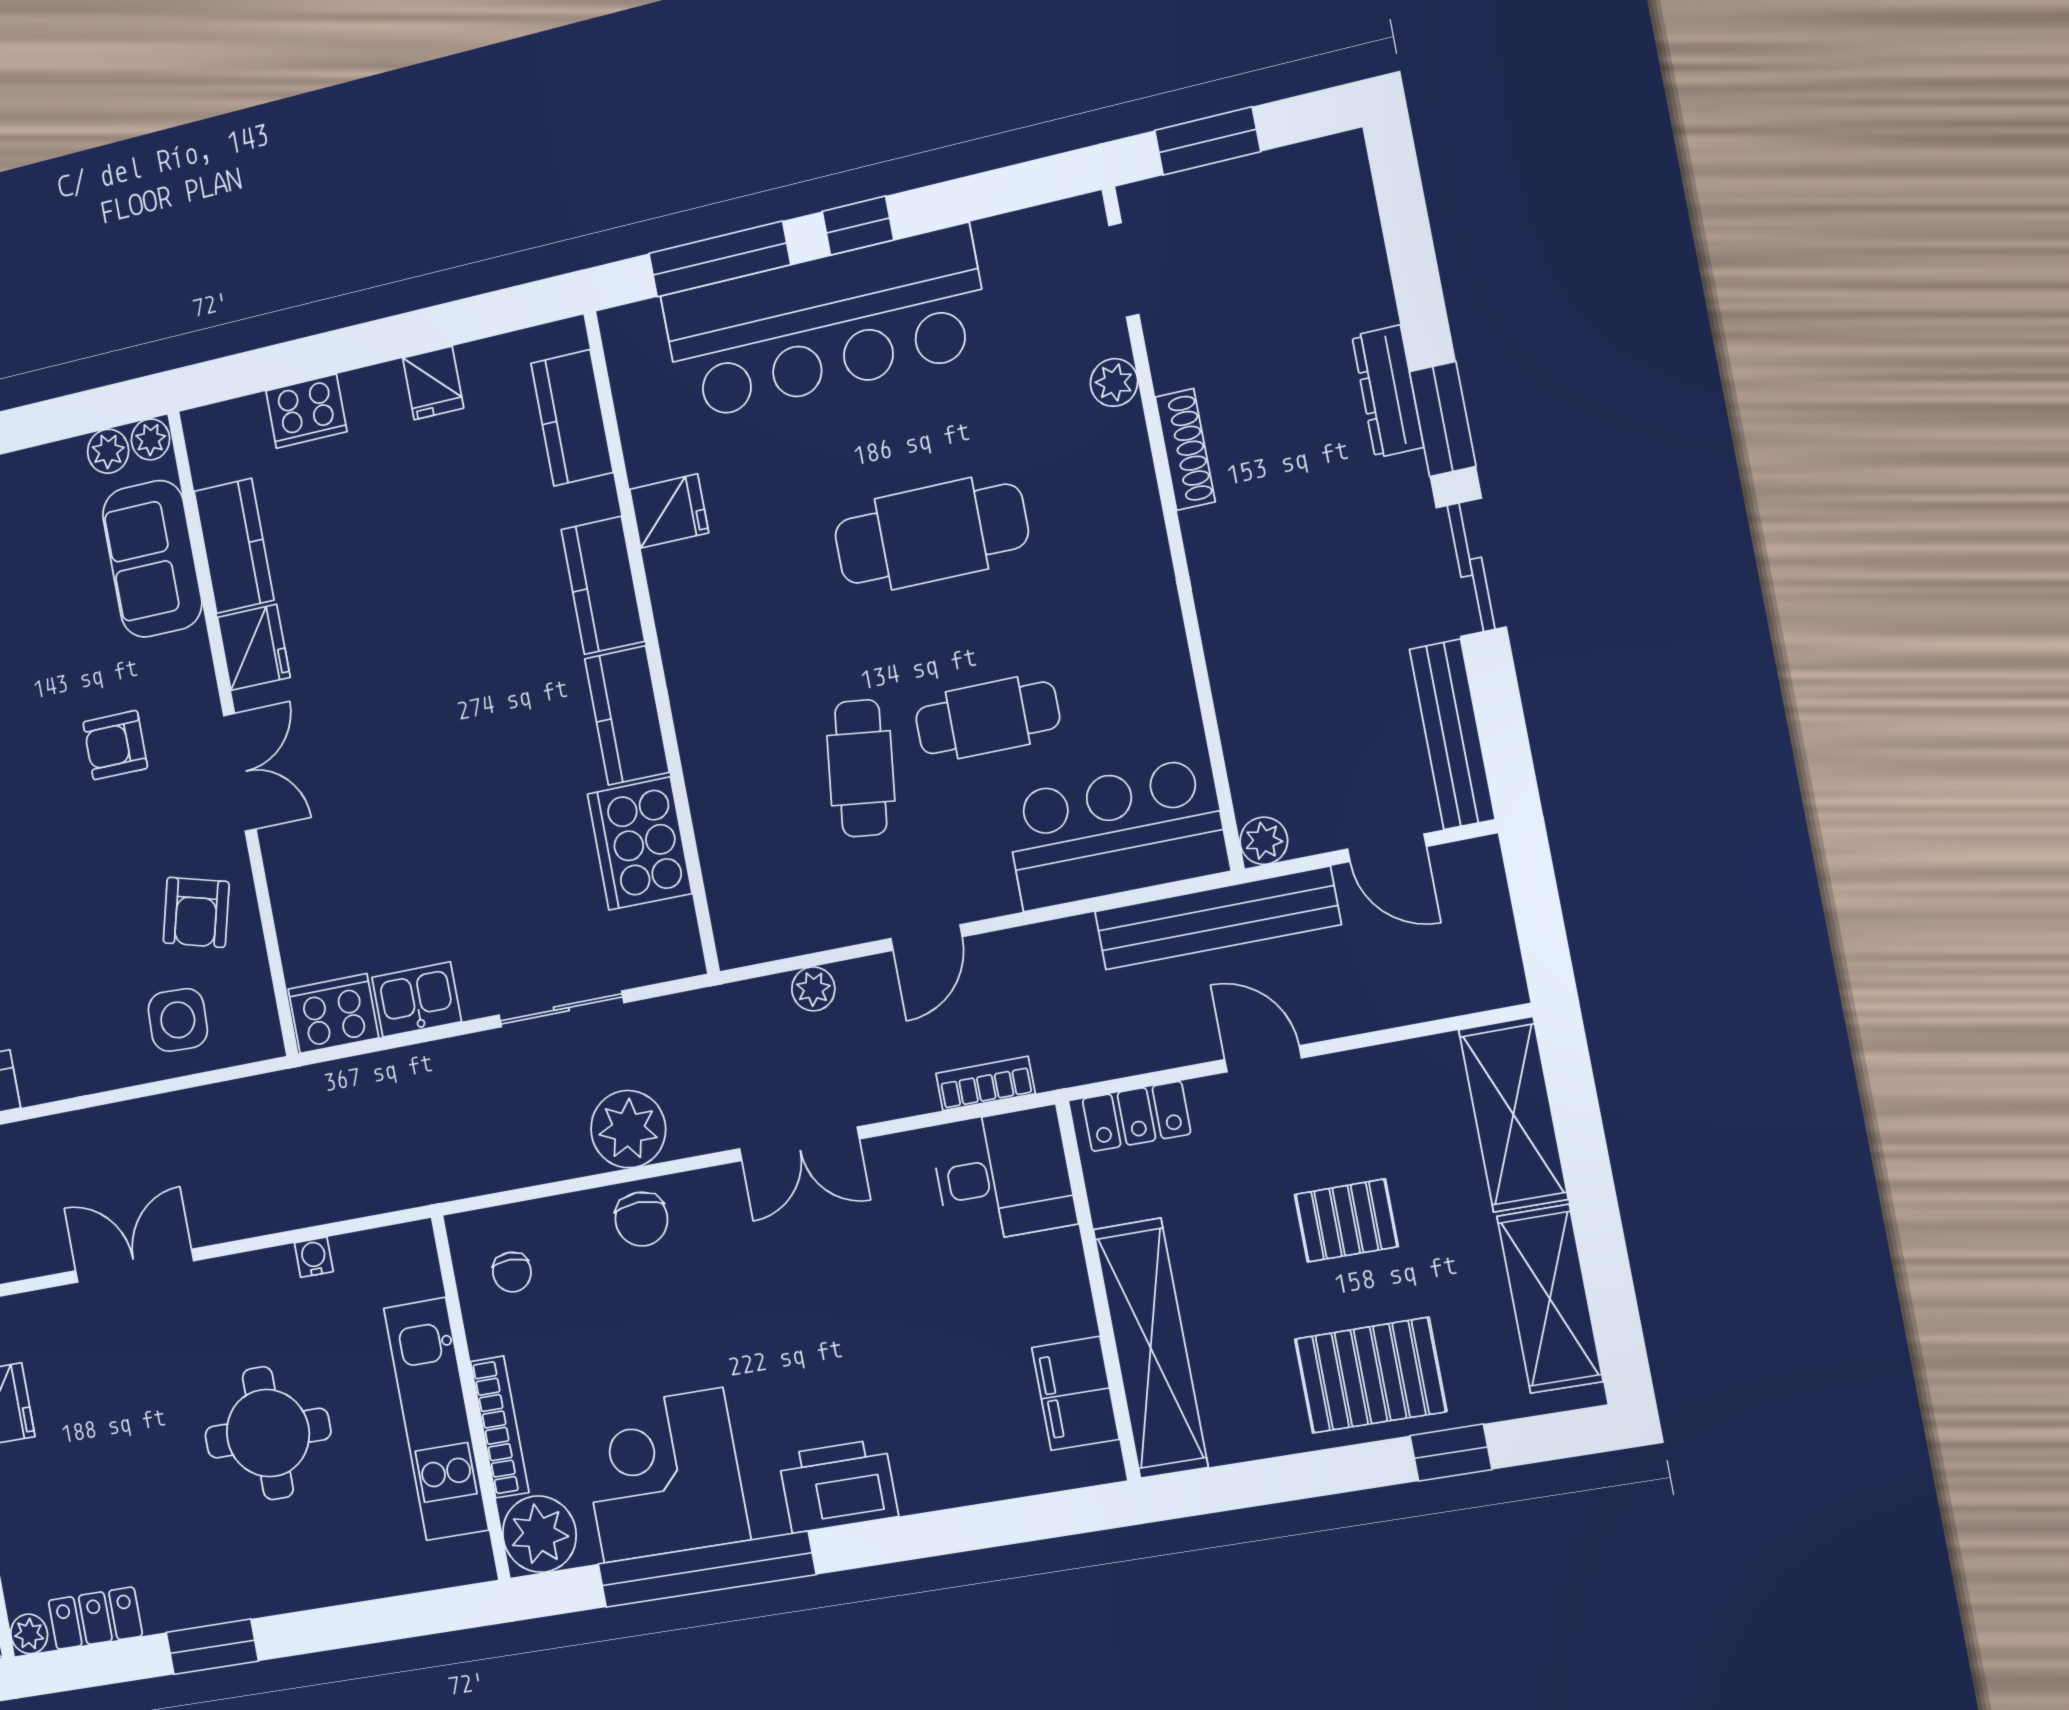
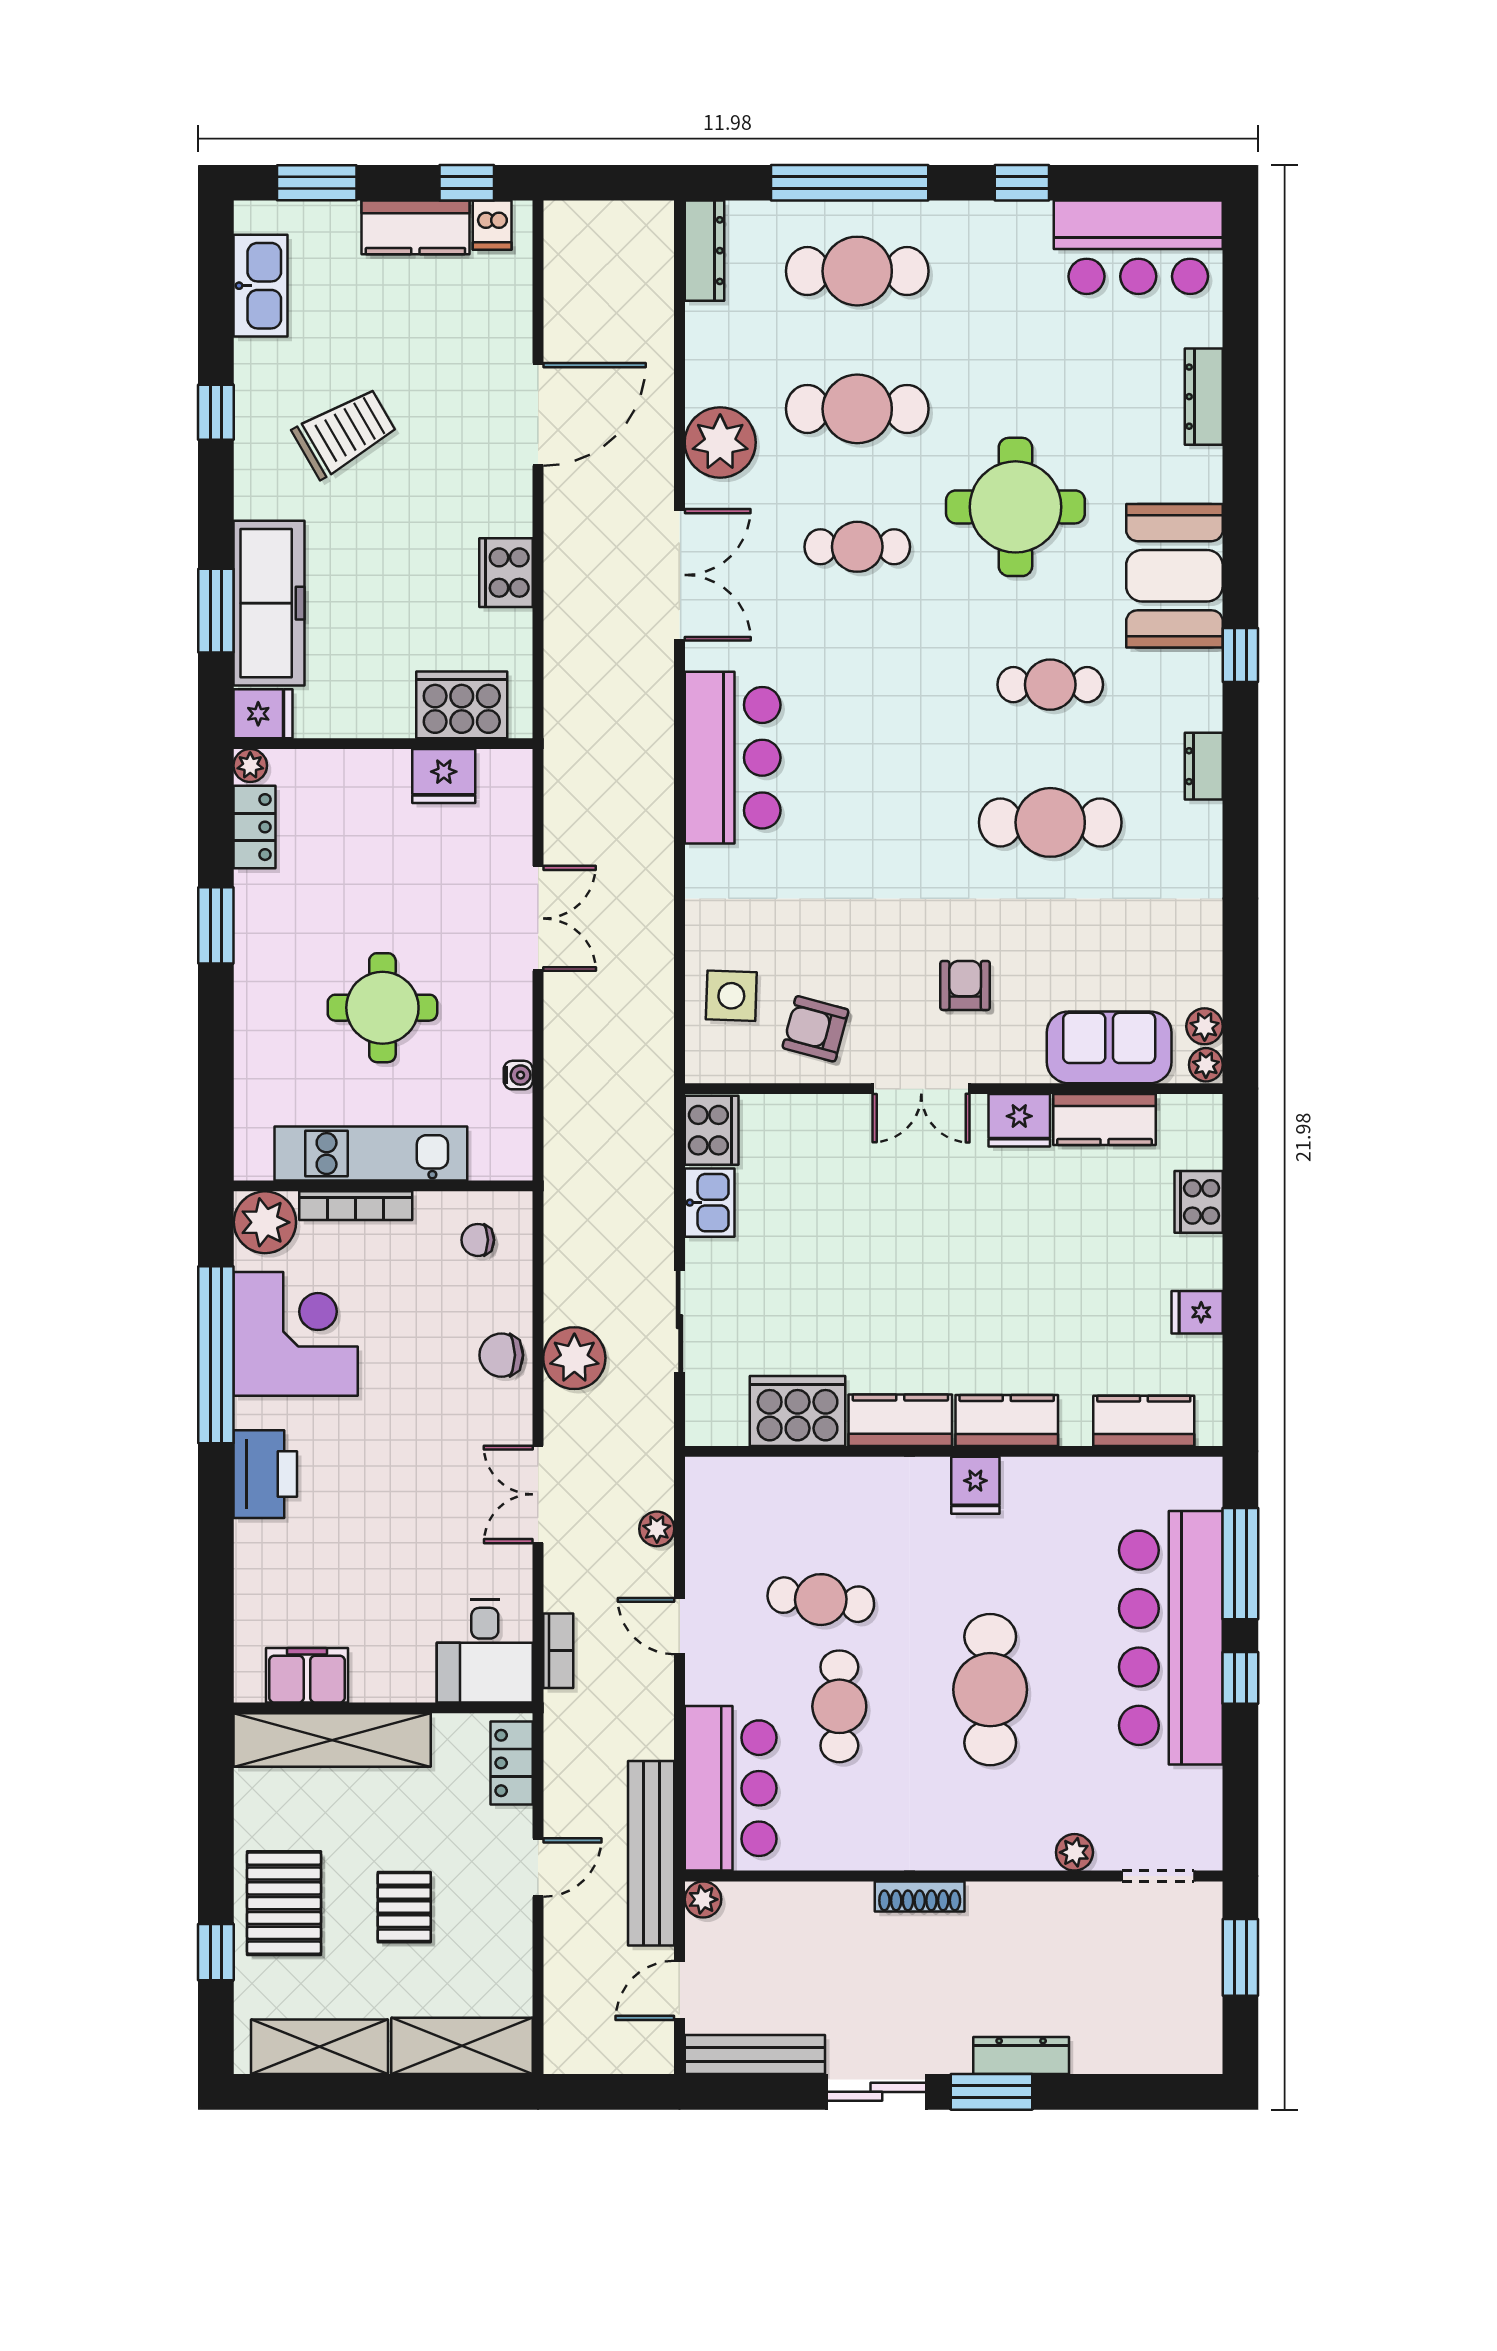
shoe rack: (1185, 449) -> (920, 1896), moved
fridge: (669, 511) -> (975, 1485), moved

